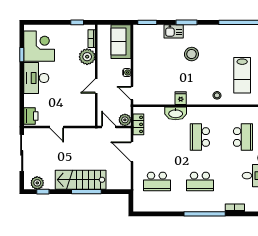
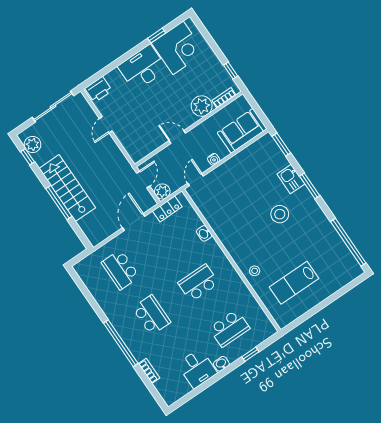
fridge: (181, 98) -> (225, 235), removed
washbasin: (176, 113) -> (204, 233), width x0.52, depth x0.69
school desk: (200, 181) -> (151, 315), turned 180

